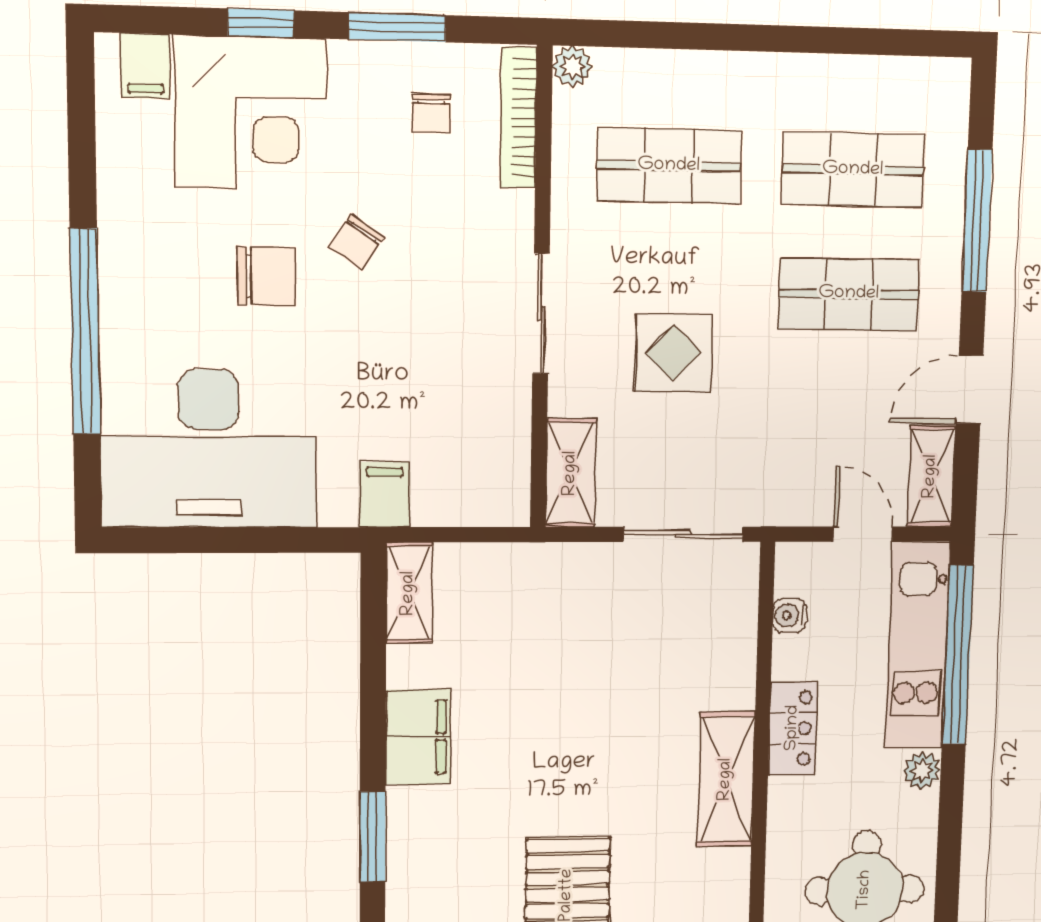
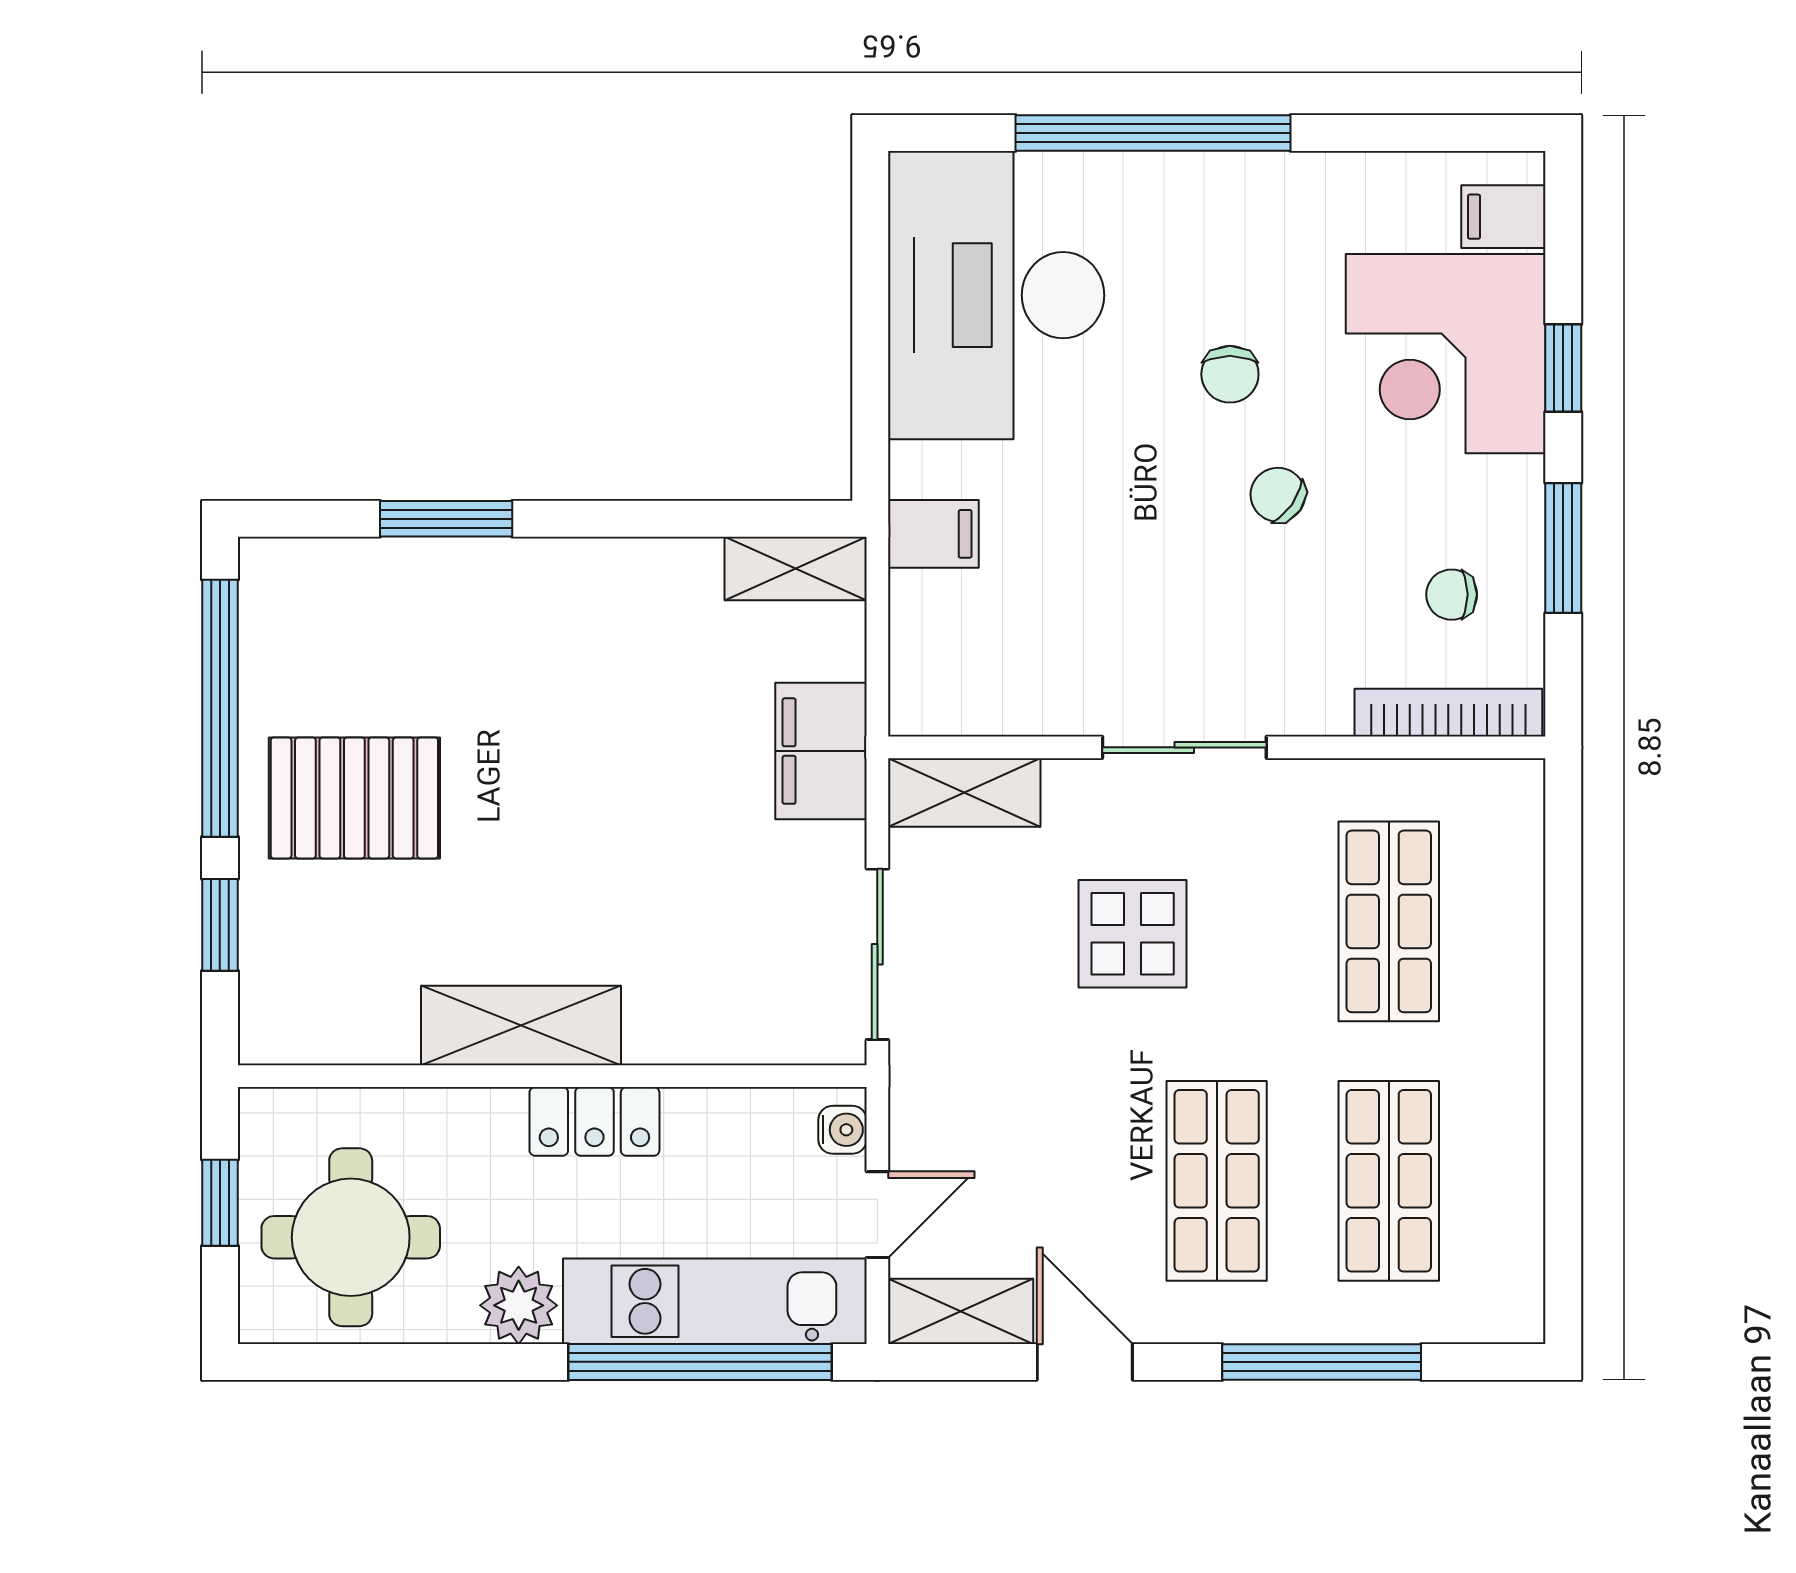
plant: (572, 67) -> (1518, 785), removed
chair: (267, 276) -> (1230, 374), width x0.73, depth x0.73
water cooler: (789, 615) -> (842, 1130), moved, turned 90
filing cabinet: (418, 737) -> (821, 751), moved, turned 90
plant: (922, 770) -> (519, 1305), width x1.38, depth x1.38

